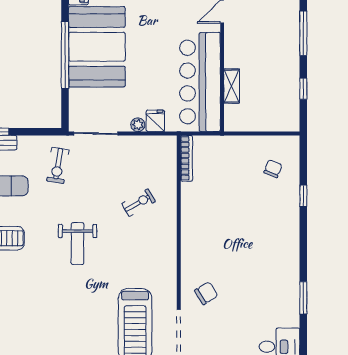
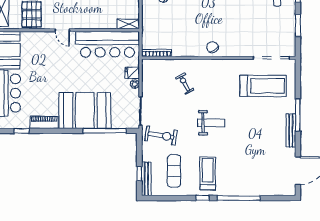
window: (65, 55) -> (105, 131), moved
shelving: (232, 86) -> (128, 24), moved
exercise bike: (58, 165) -> (161, 135), width x1.38, depth x1.39
chair: (206, 293) -> (213, 47), moved

